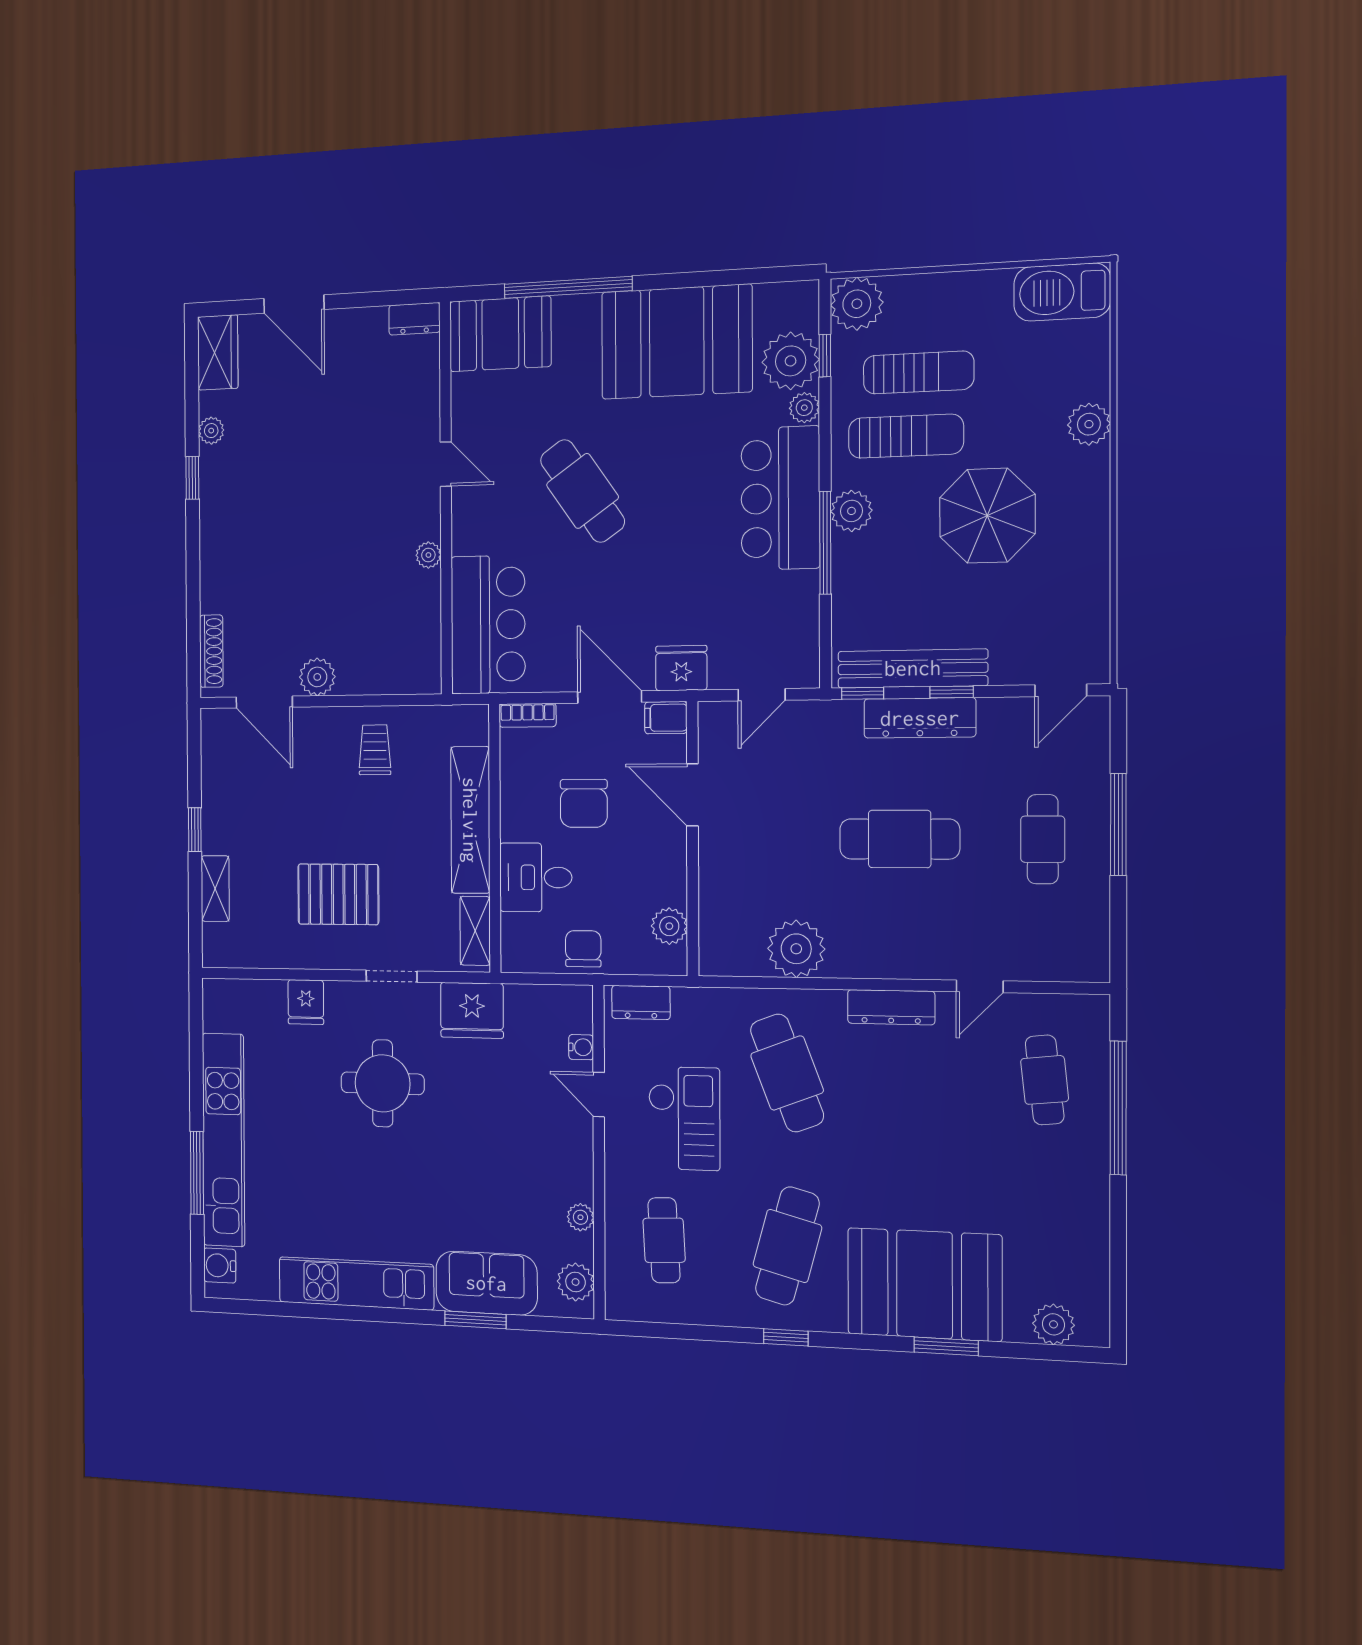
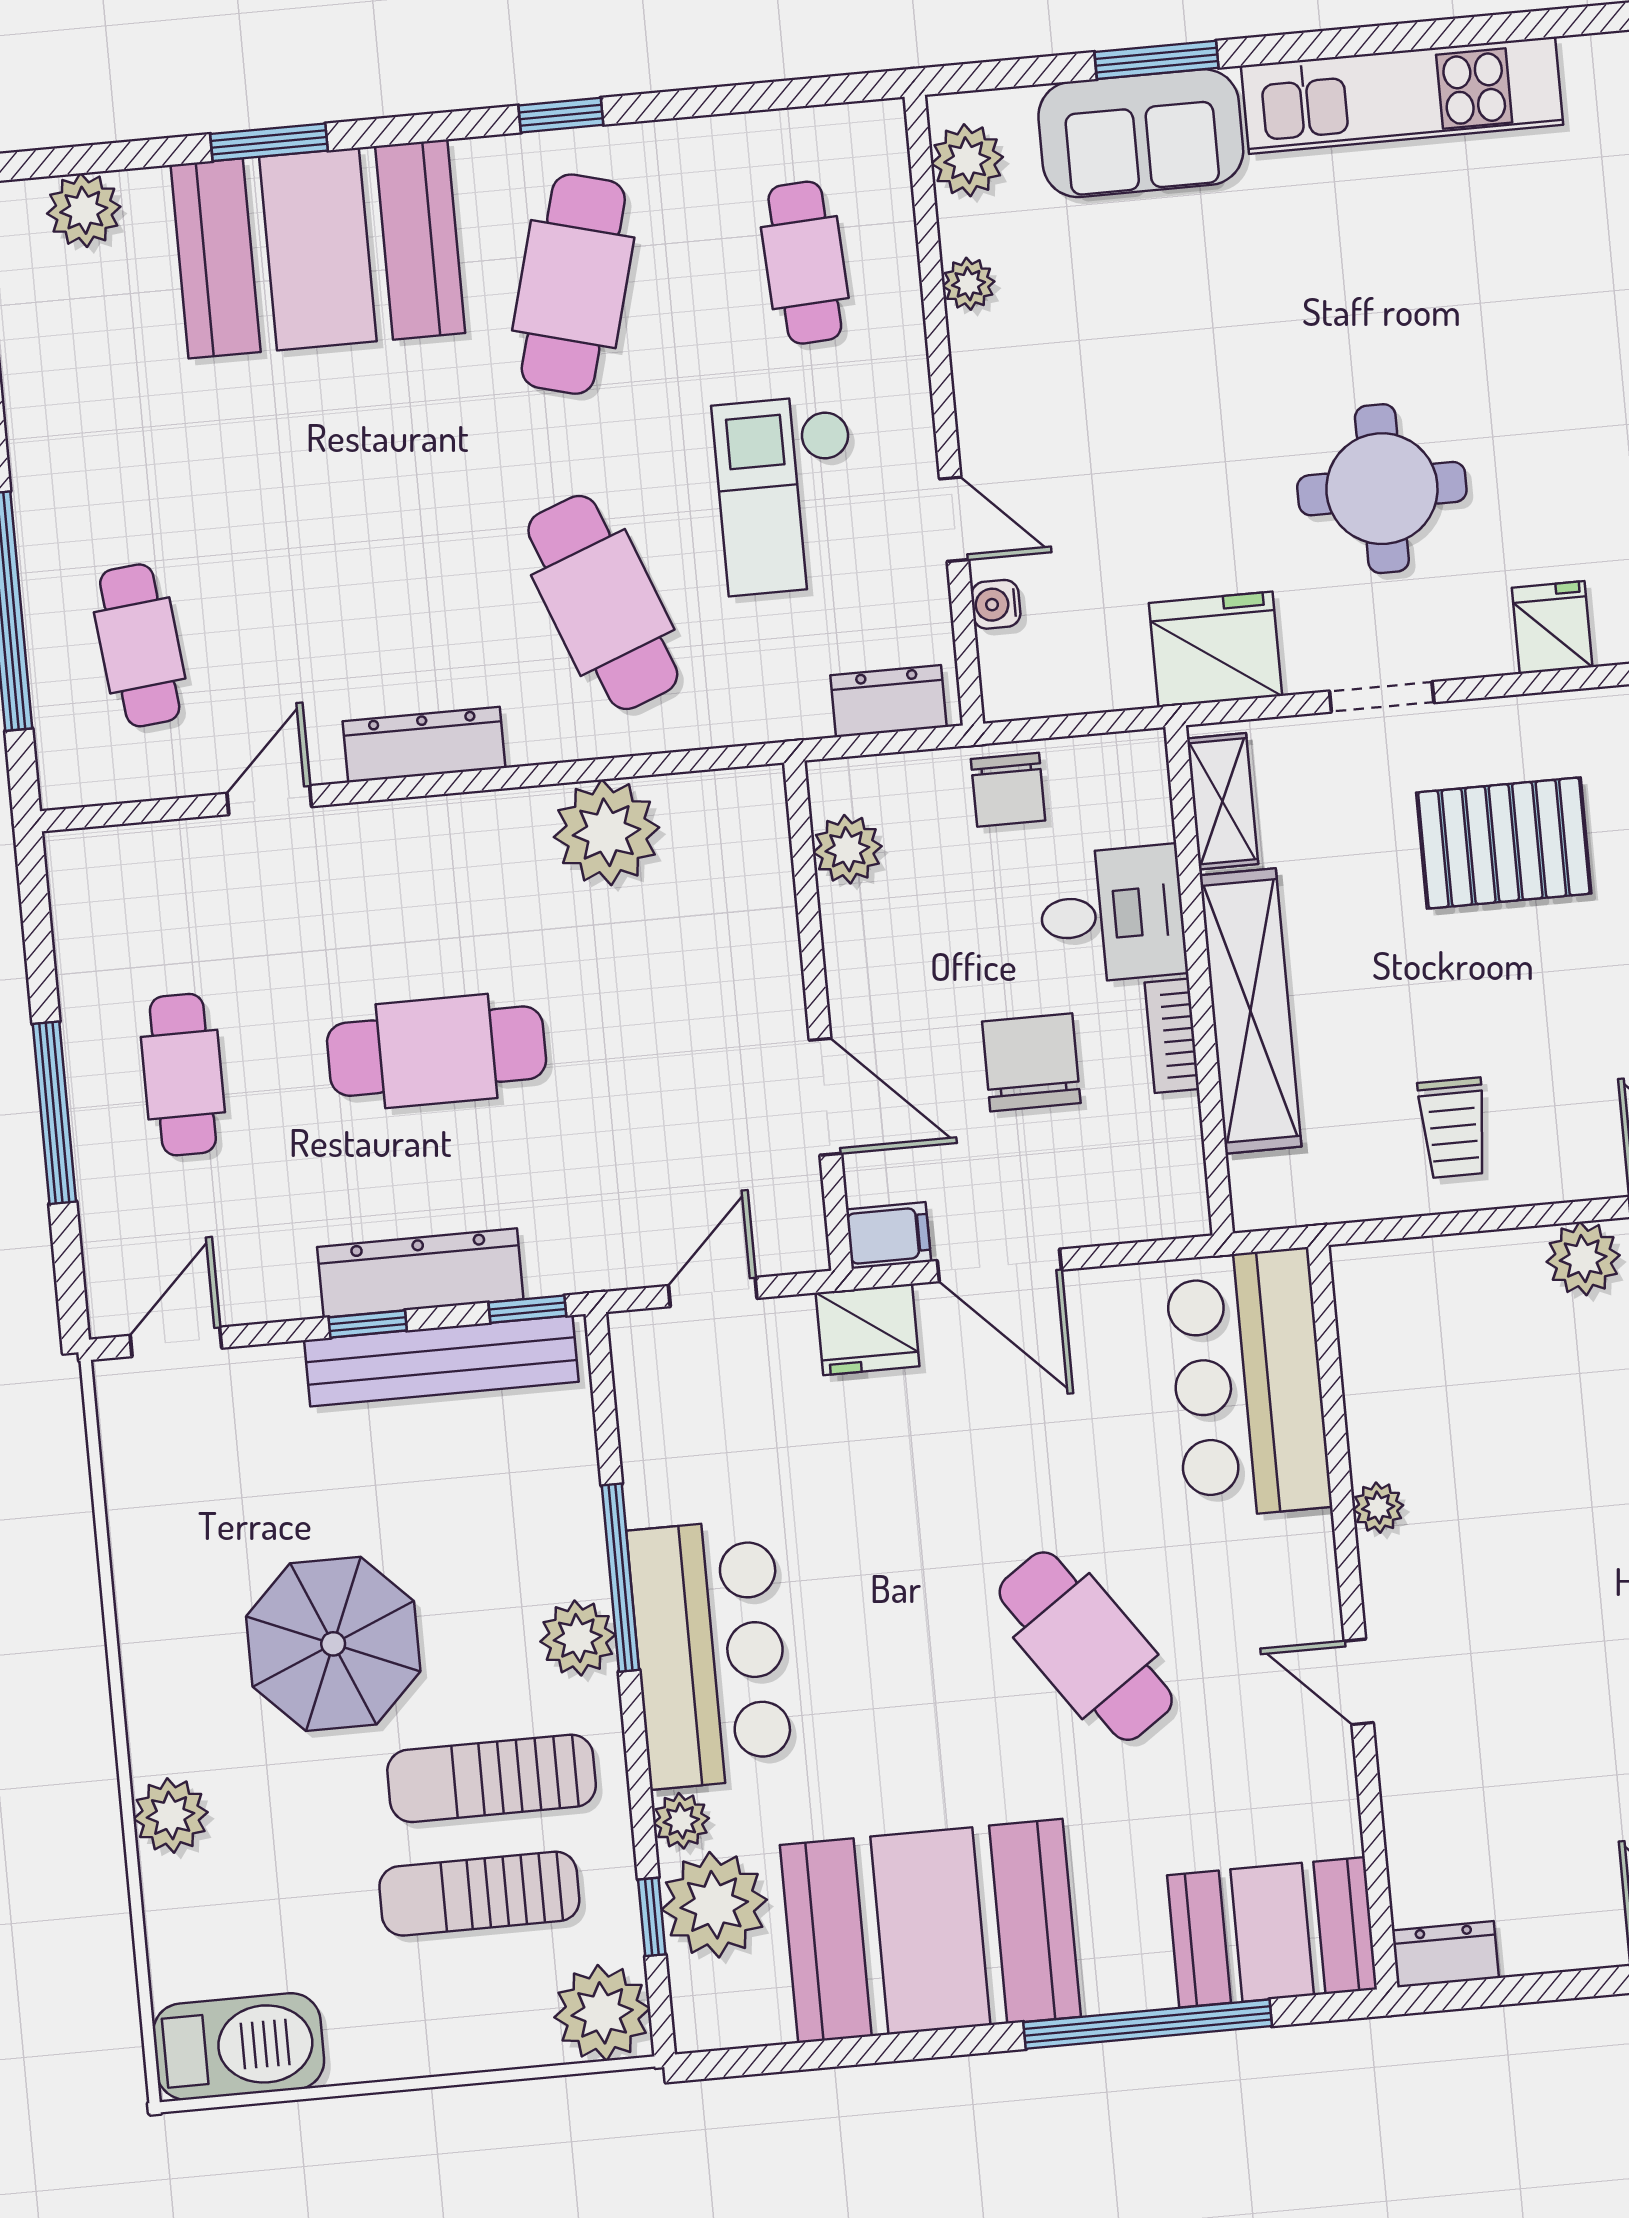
bookcase: (528, 715) -> (1172, 1036), moved, turned -90

